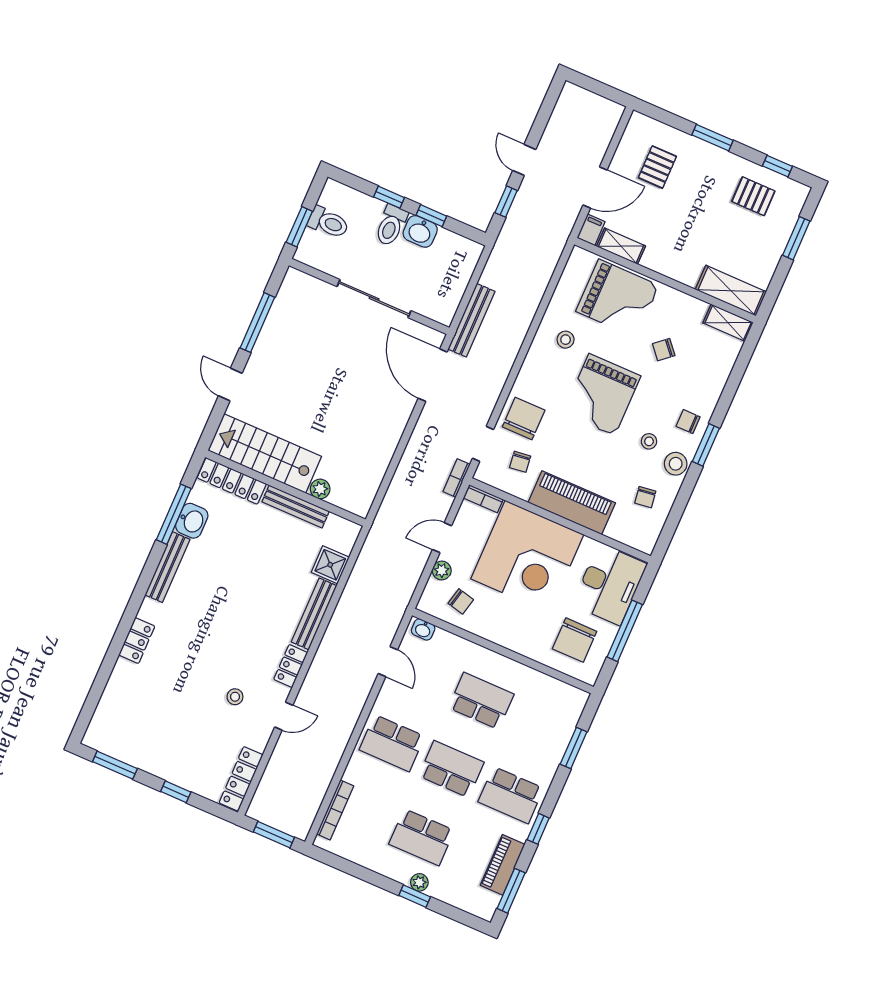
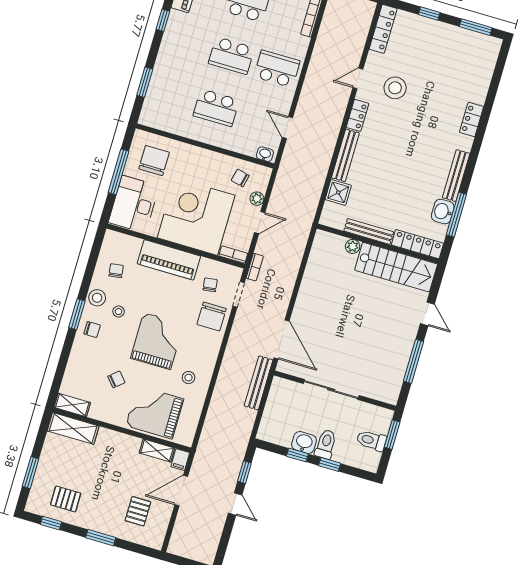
stool: (235, 697) -> (395, 88), width x1.89, depth x1.89
school desk: (511, 795) -> (186, 42), removed

